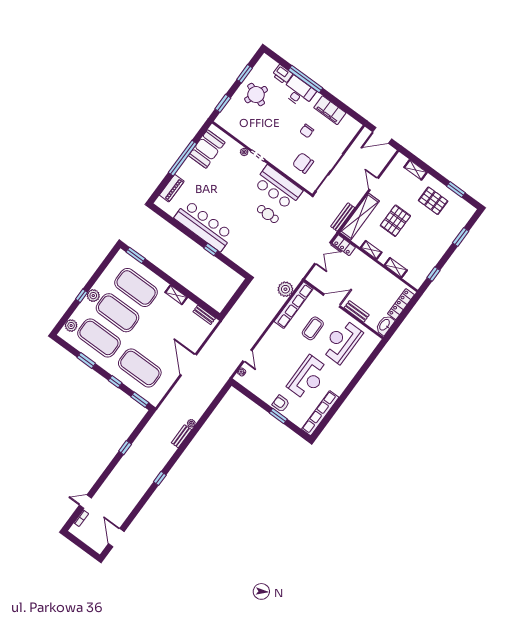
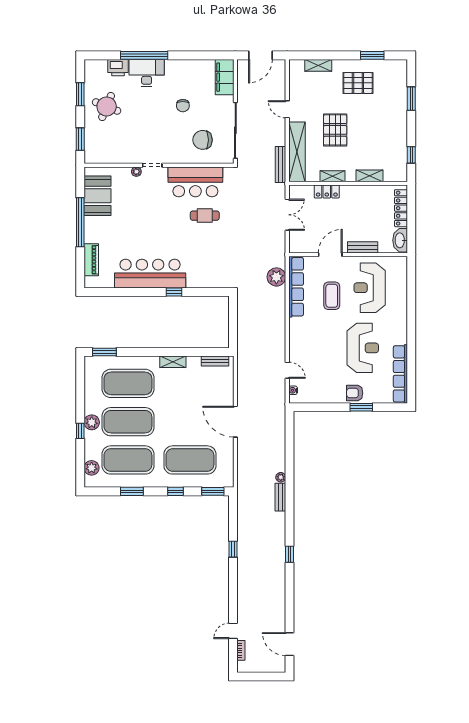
filing cabinet: (330, 110) -> (225, 77), moved, turned 90
locker: (344, 245) -> (327, 192), moved

